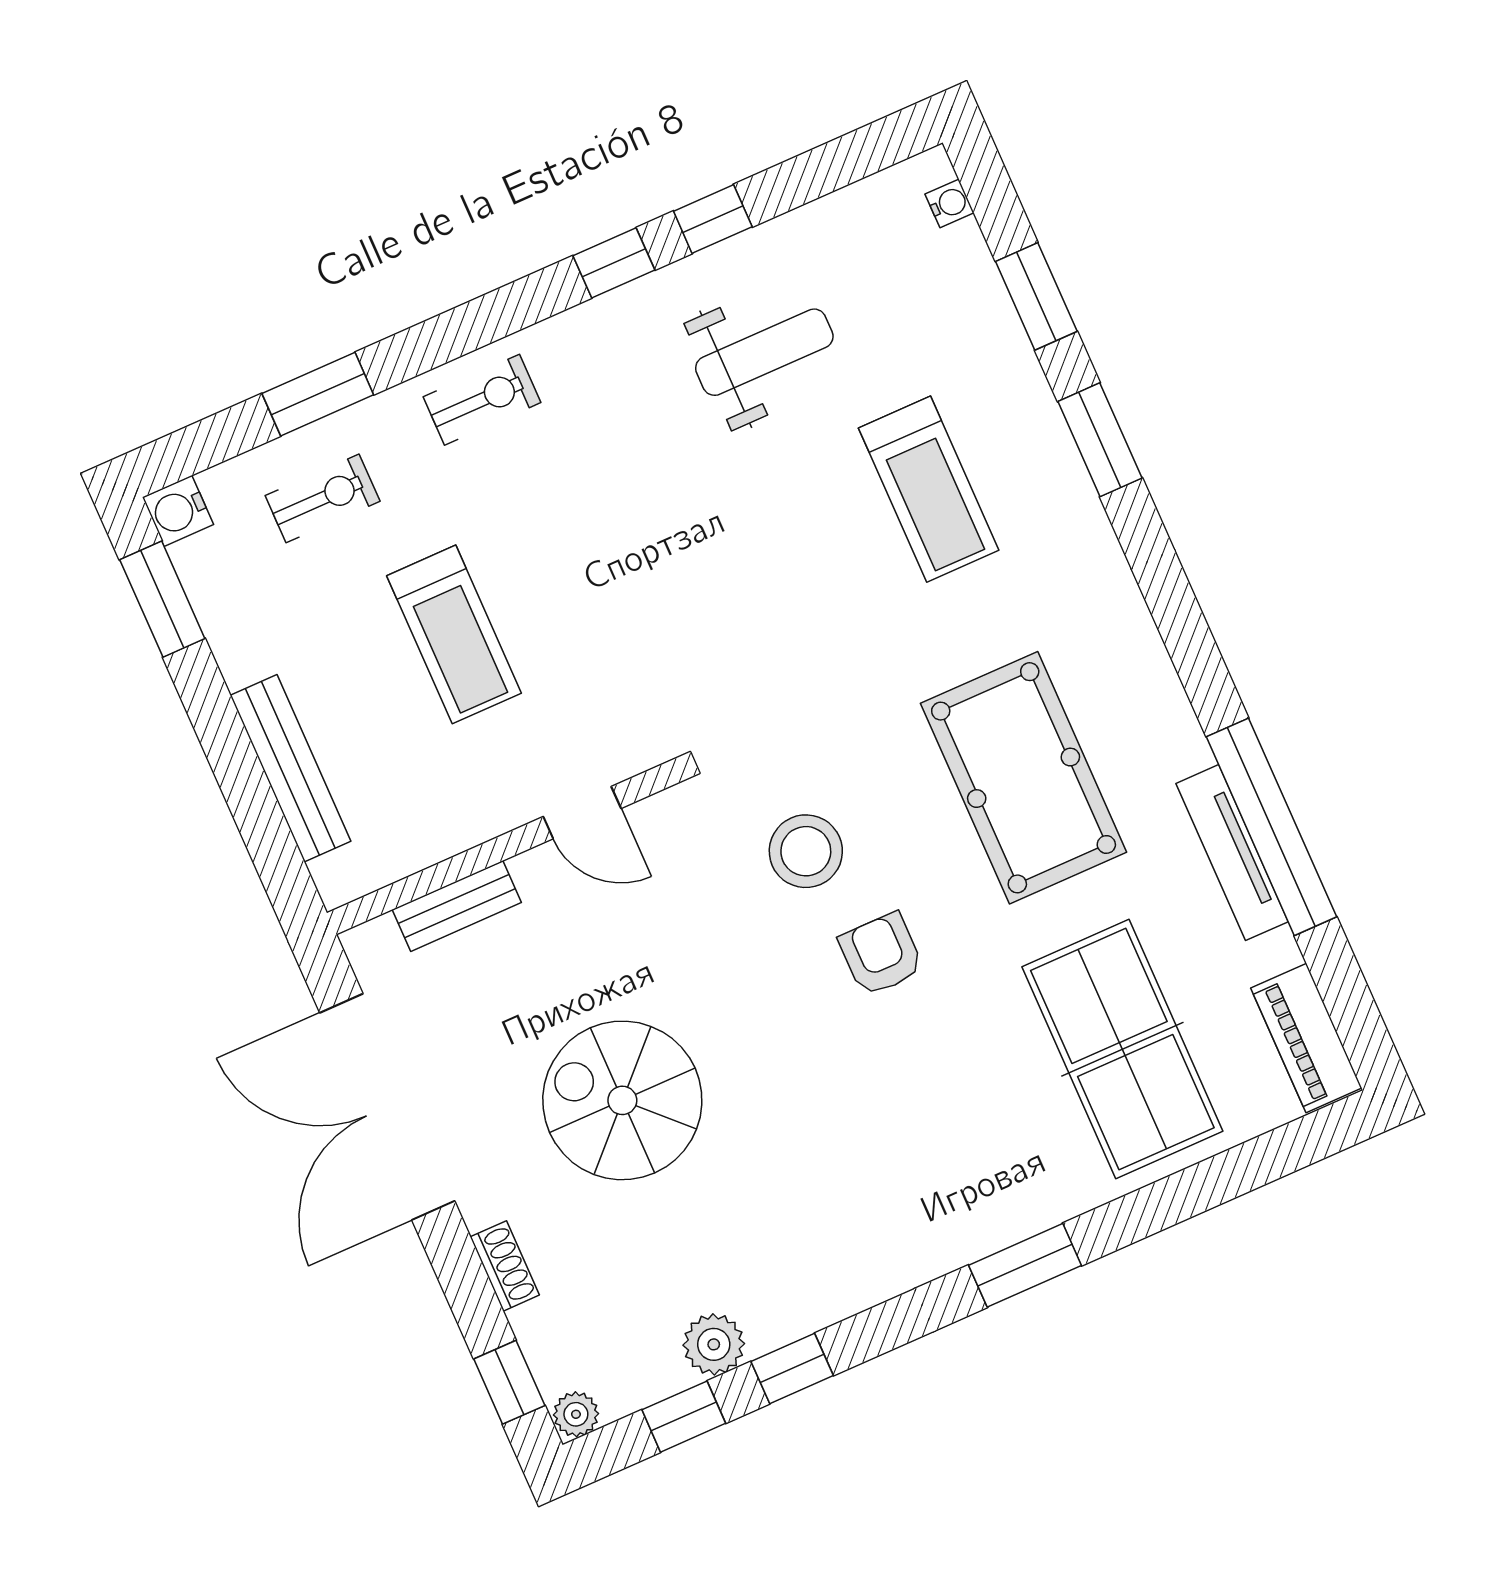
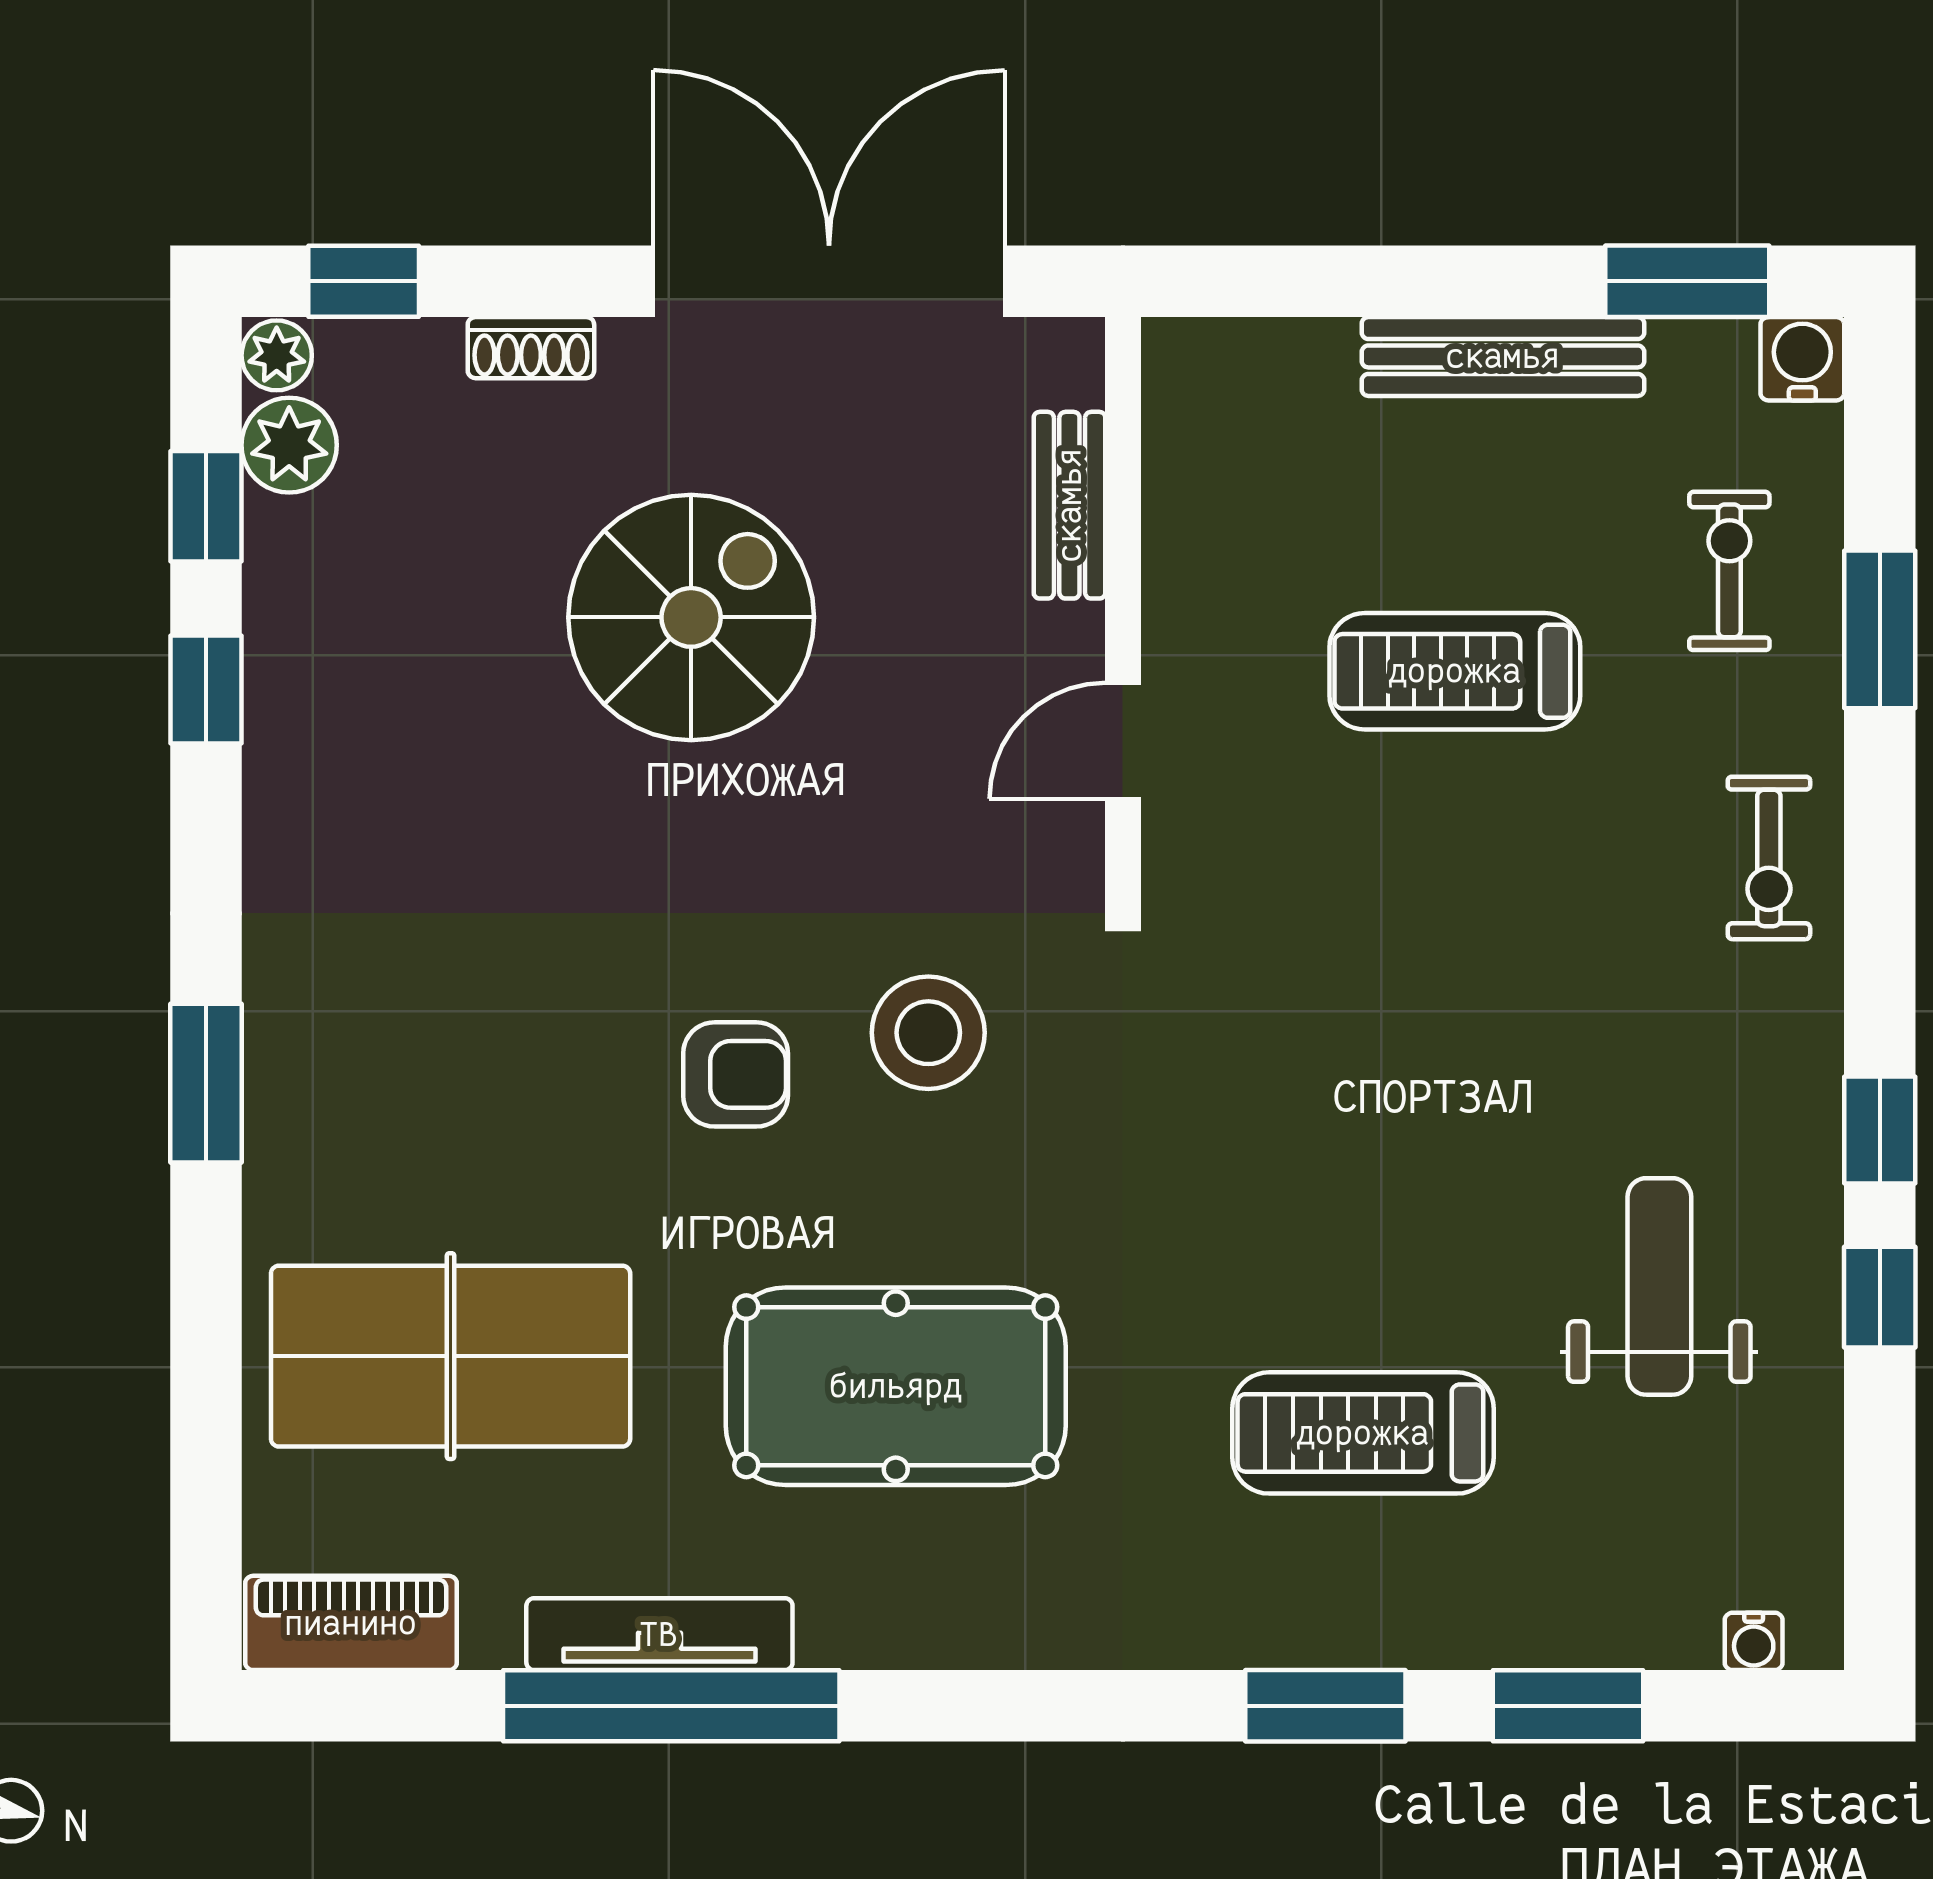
weight bench: (764, 352) -> (1659, 1286), turned 180
exercise bike: (323, 498) -> (1729, 571), turned 180
bench: (290, 768) -> (1503, 356), moved
plant: (714, 1344) -> (289, 445), moved

